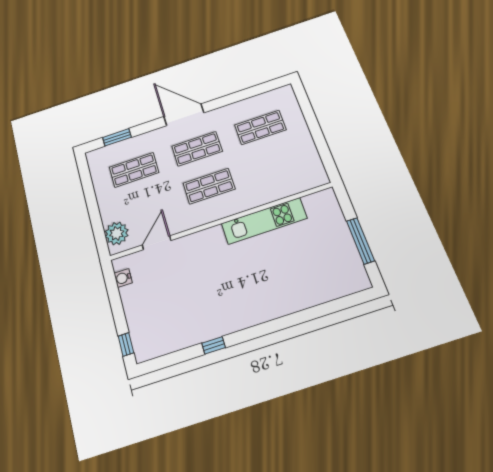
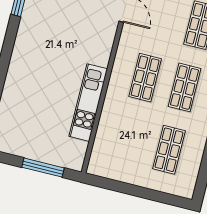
window: (360, 241) -> (43, 168), moved

